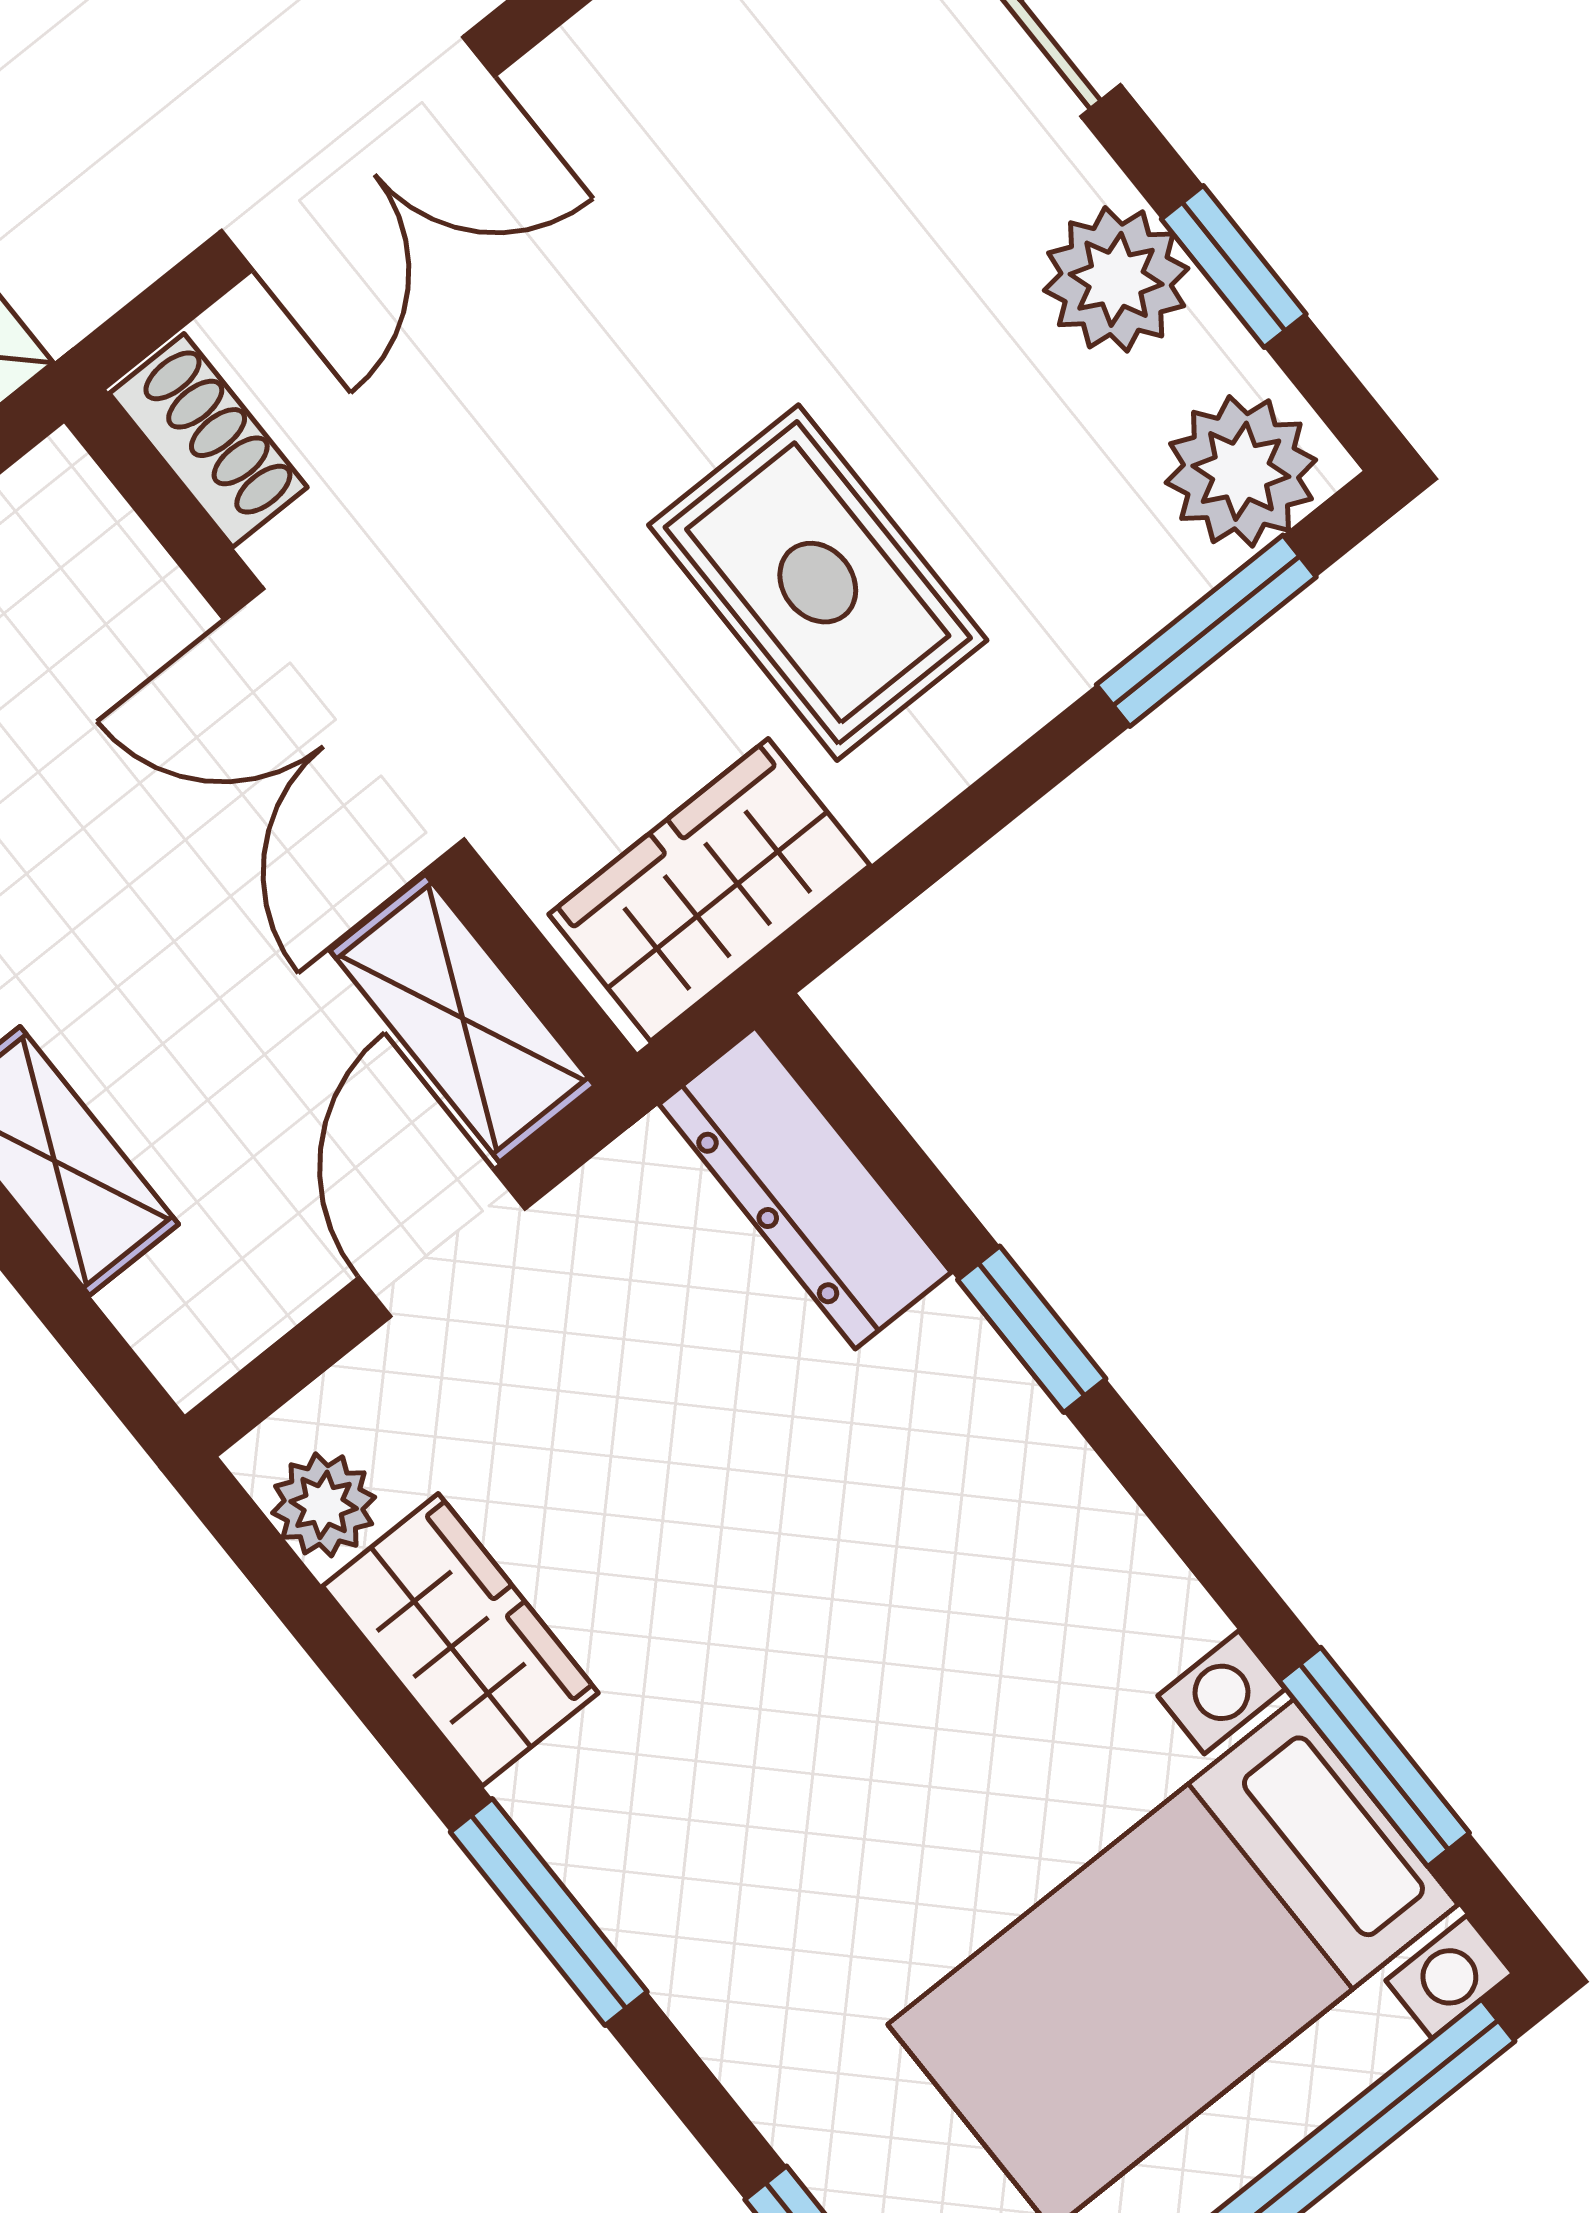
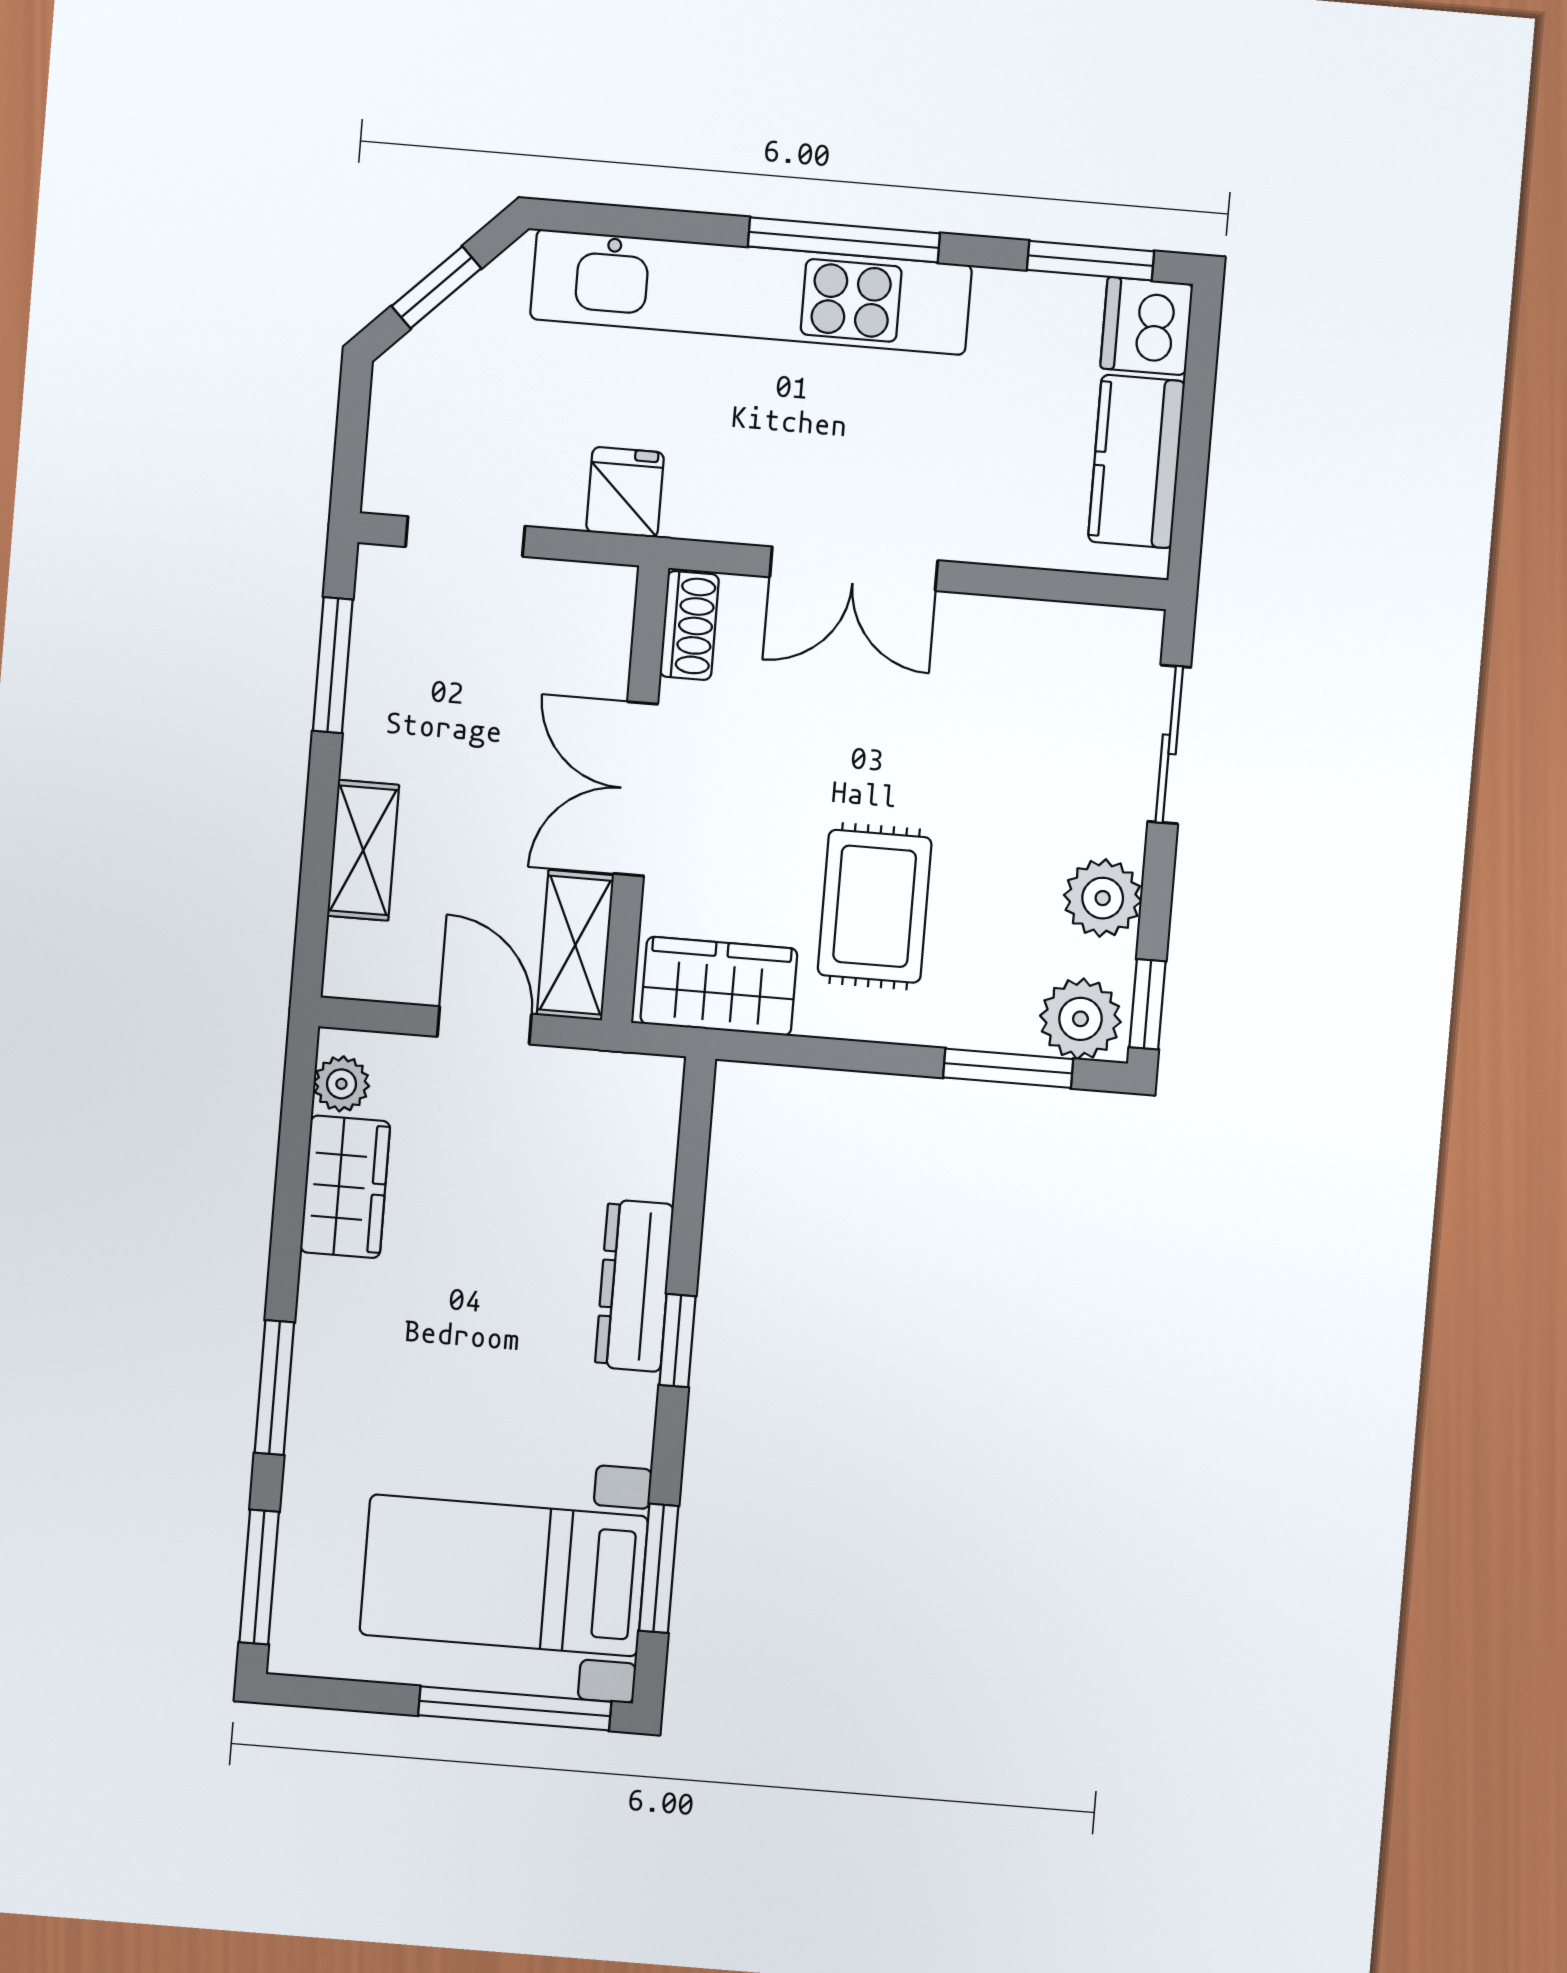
window: (1234, 267) -> (1147, 1004), moved
dresser: (805, 1188) -> (634, 1286), moved
door: (442, 1243) -> (484, 1025), hinge flipped
window: (1032, 1329) -> (677, 1341), moved
window: (549, 1912) -> (274, 1388), moved

